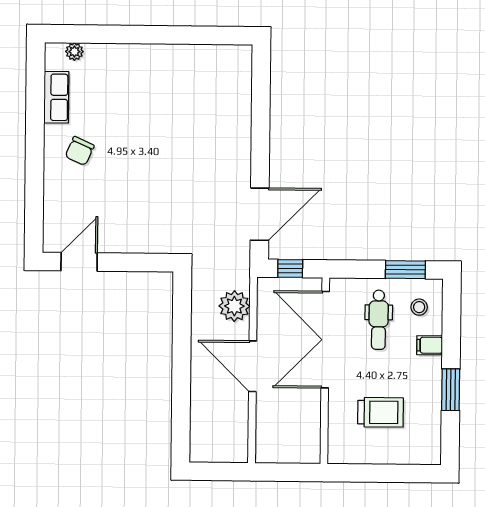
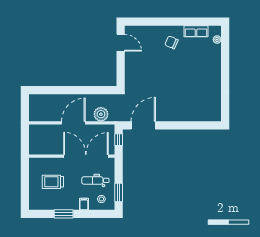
door: (260, 214) -> (143, 125), swing flipped
trolley: (381, 412) -> (53, 182), turned 90

